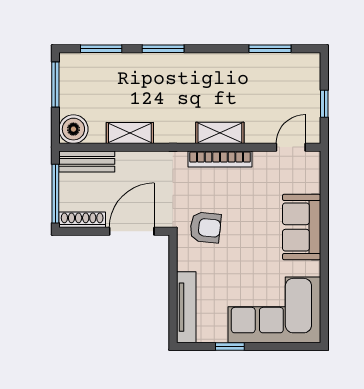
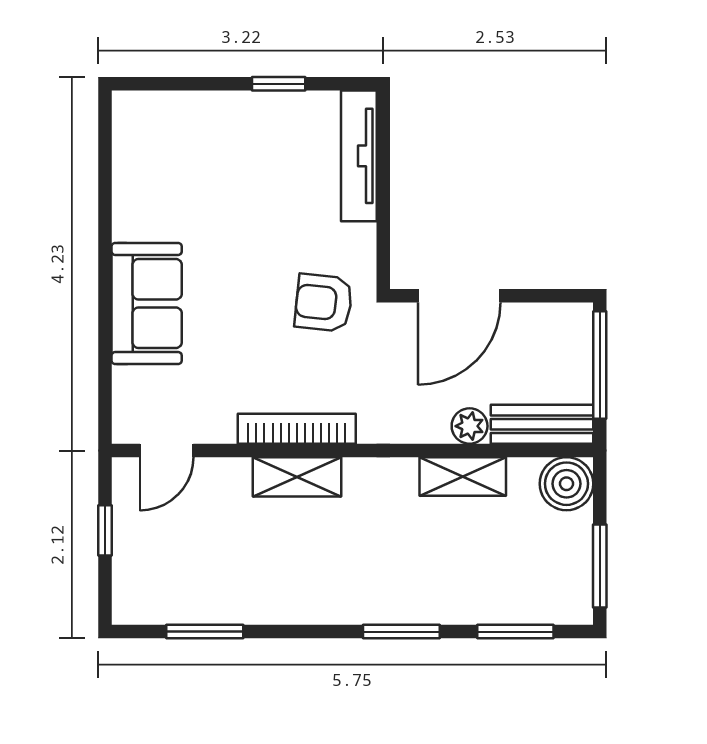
plant: (126, 160) -> (470, 426), added
shoe rack: (82, 220) -> (551, 317), removed
corner sofa: (274, 310) -> (197, 151), removed

